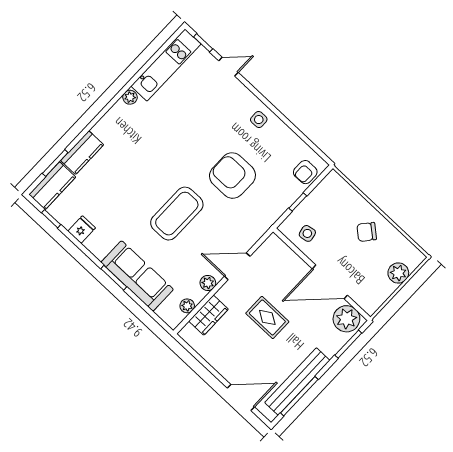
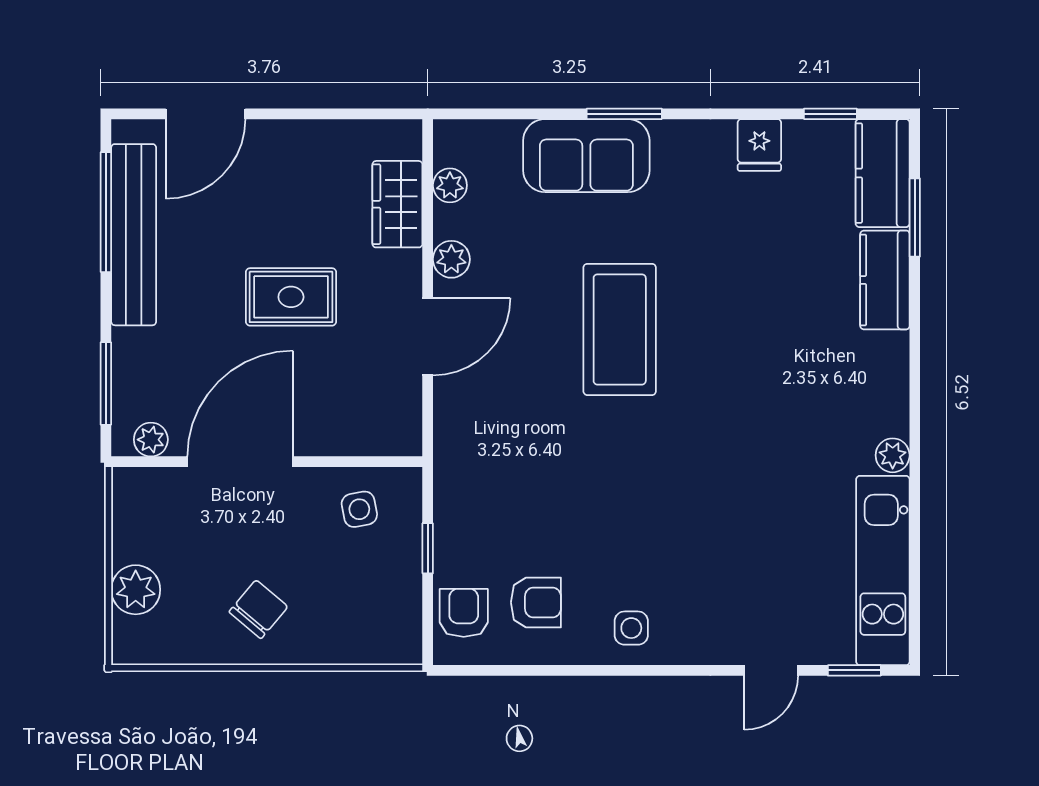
armchair: (232, 176) -> (536, 602), moved, width x0.53, depth x0.53
sofa: (137, 276) -> (586, 156), width x0.73
plant: (346, 319) -> (151, 440), width x0.53, depth x0.53

